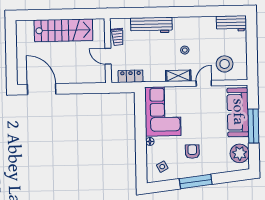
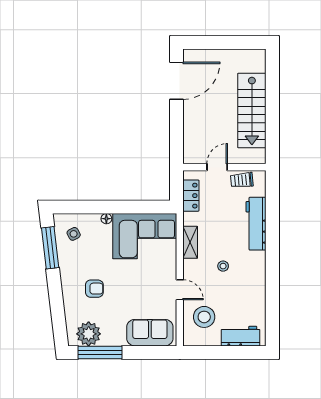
workbench: (231, 23) -> (240, 336), moved, turned 90
shelving: (178, 76) -> (190, 242), moved
sofa: (238, 112) -> (150, 333), width x0.73
window: (253, 126) -> (100, 352), moved
armchair: (192, 152) -> (94, 289), moved
window: (196, 182) -> (50, 248), moved

